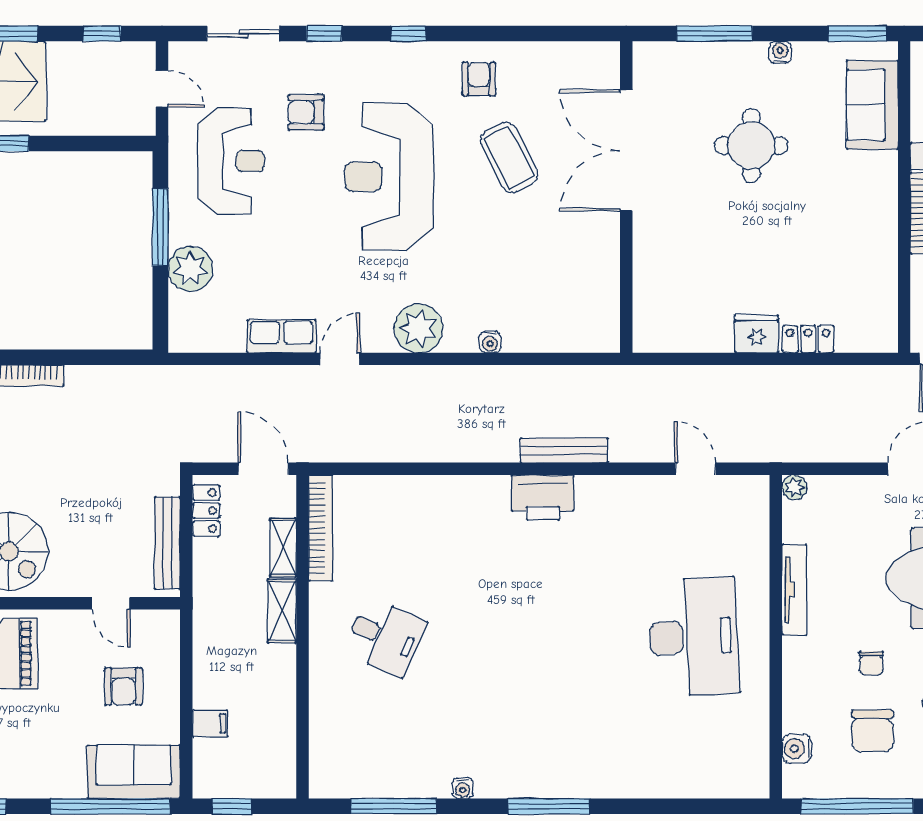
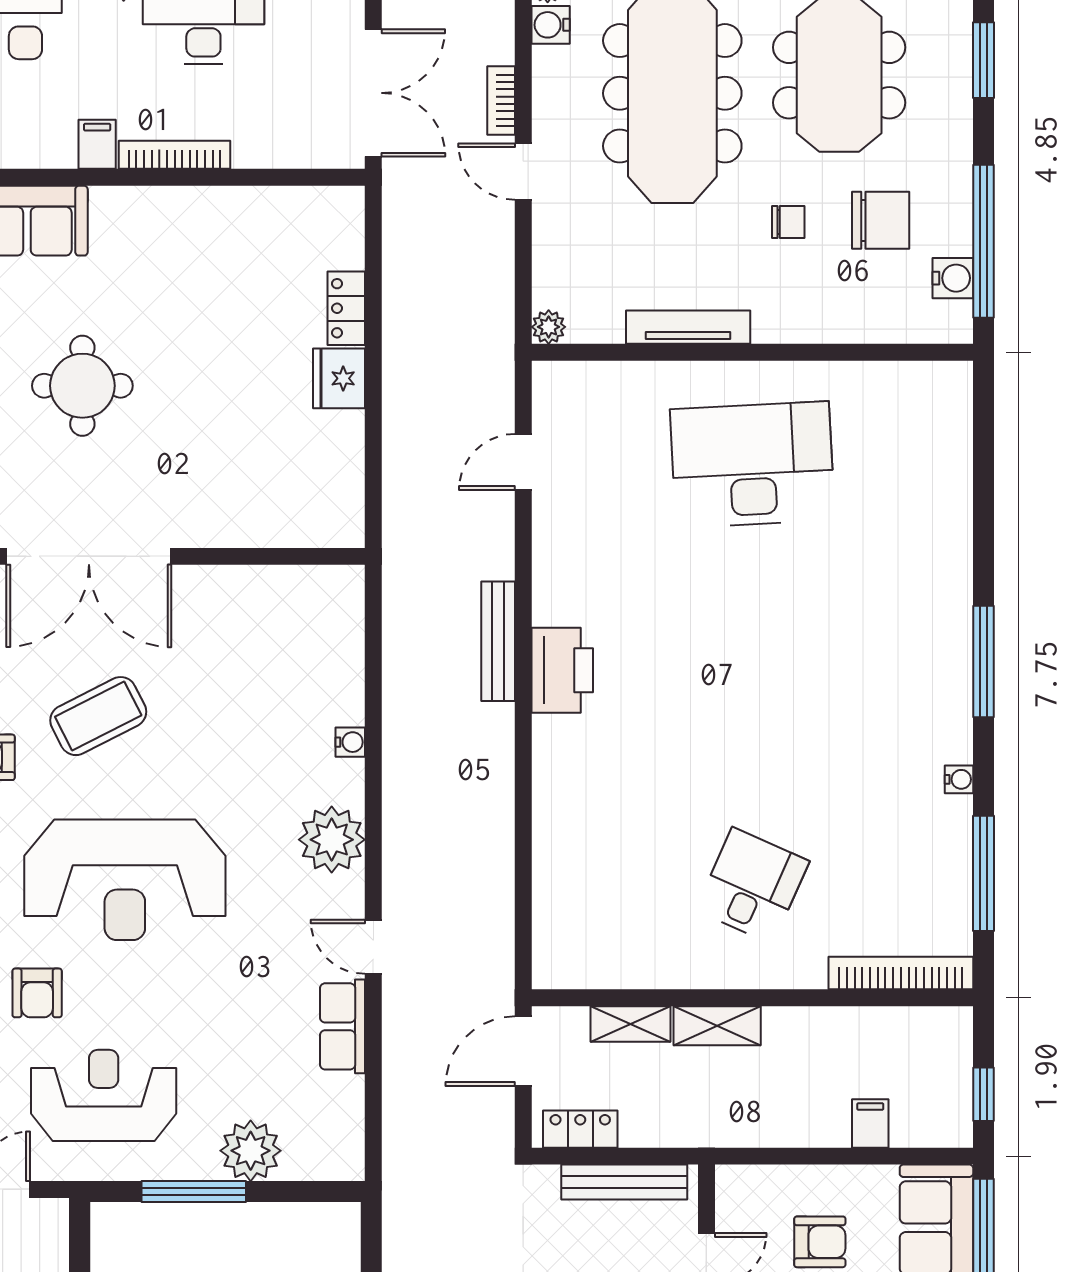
bookcase: (321, 528) -> (901, 973), moved
water cooler: (797, 749) -> (953, 278), moved, turned -90

